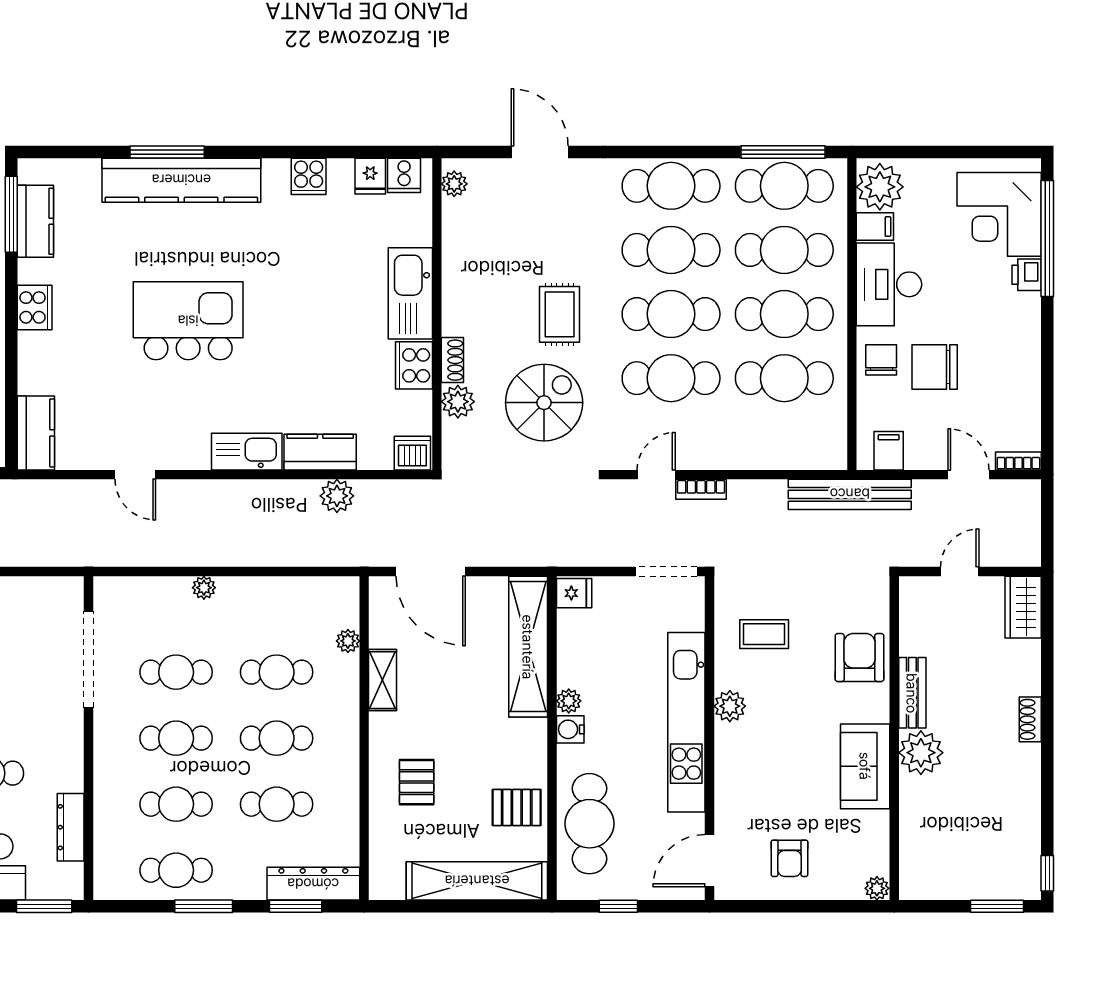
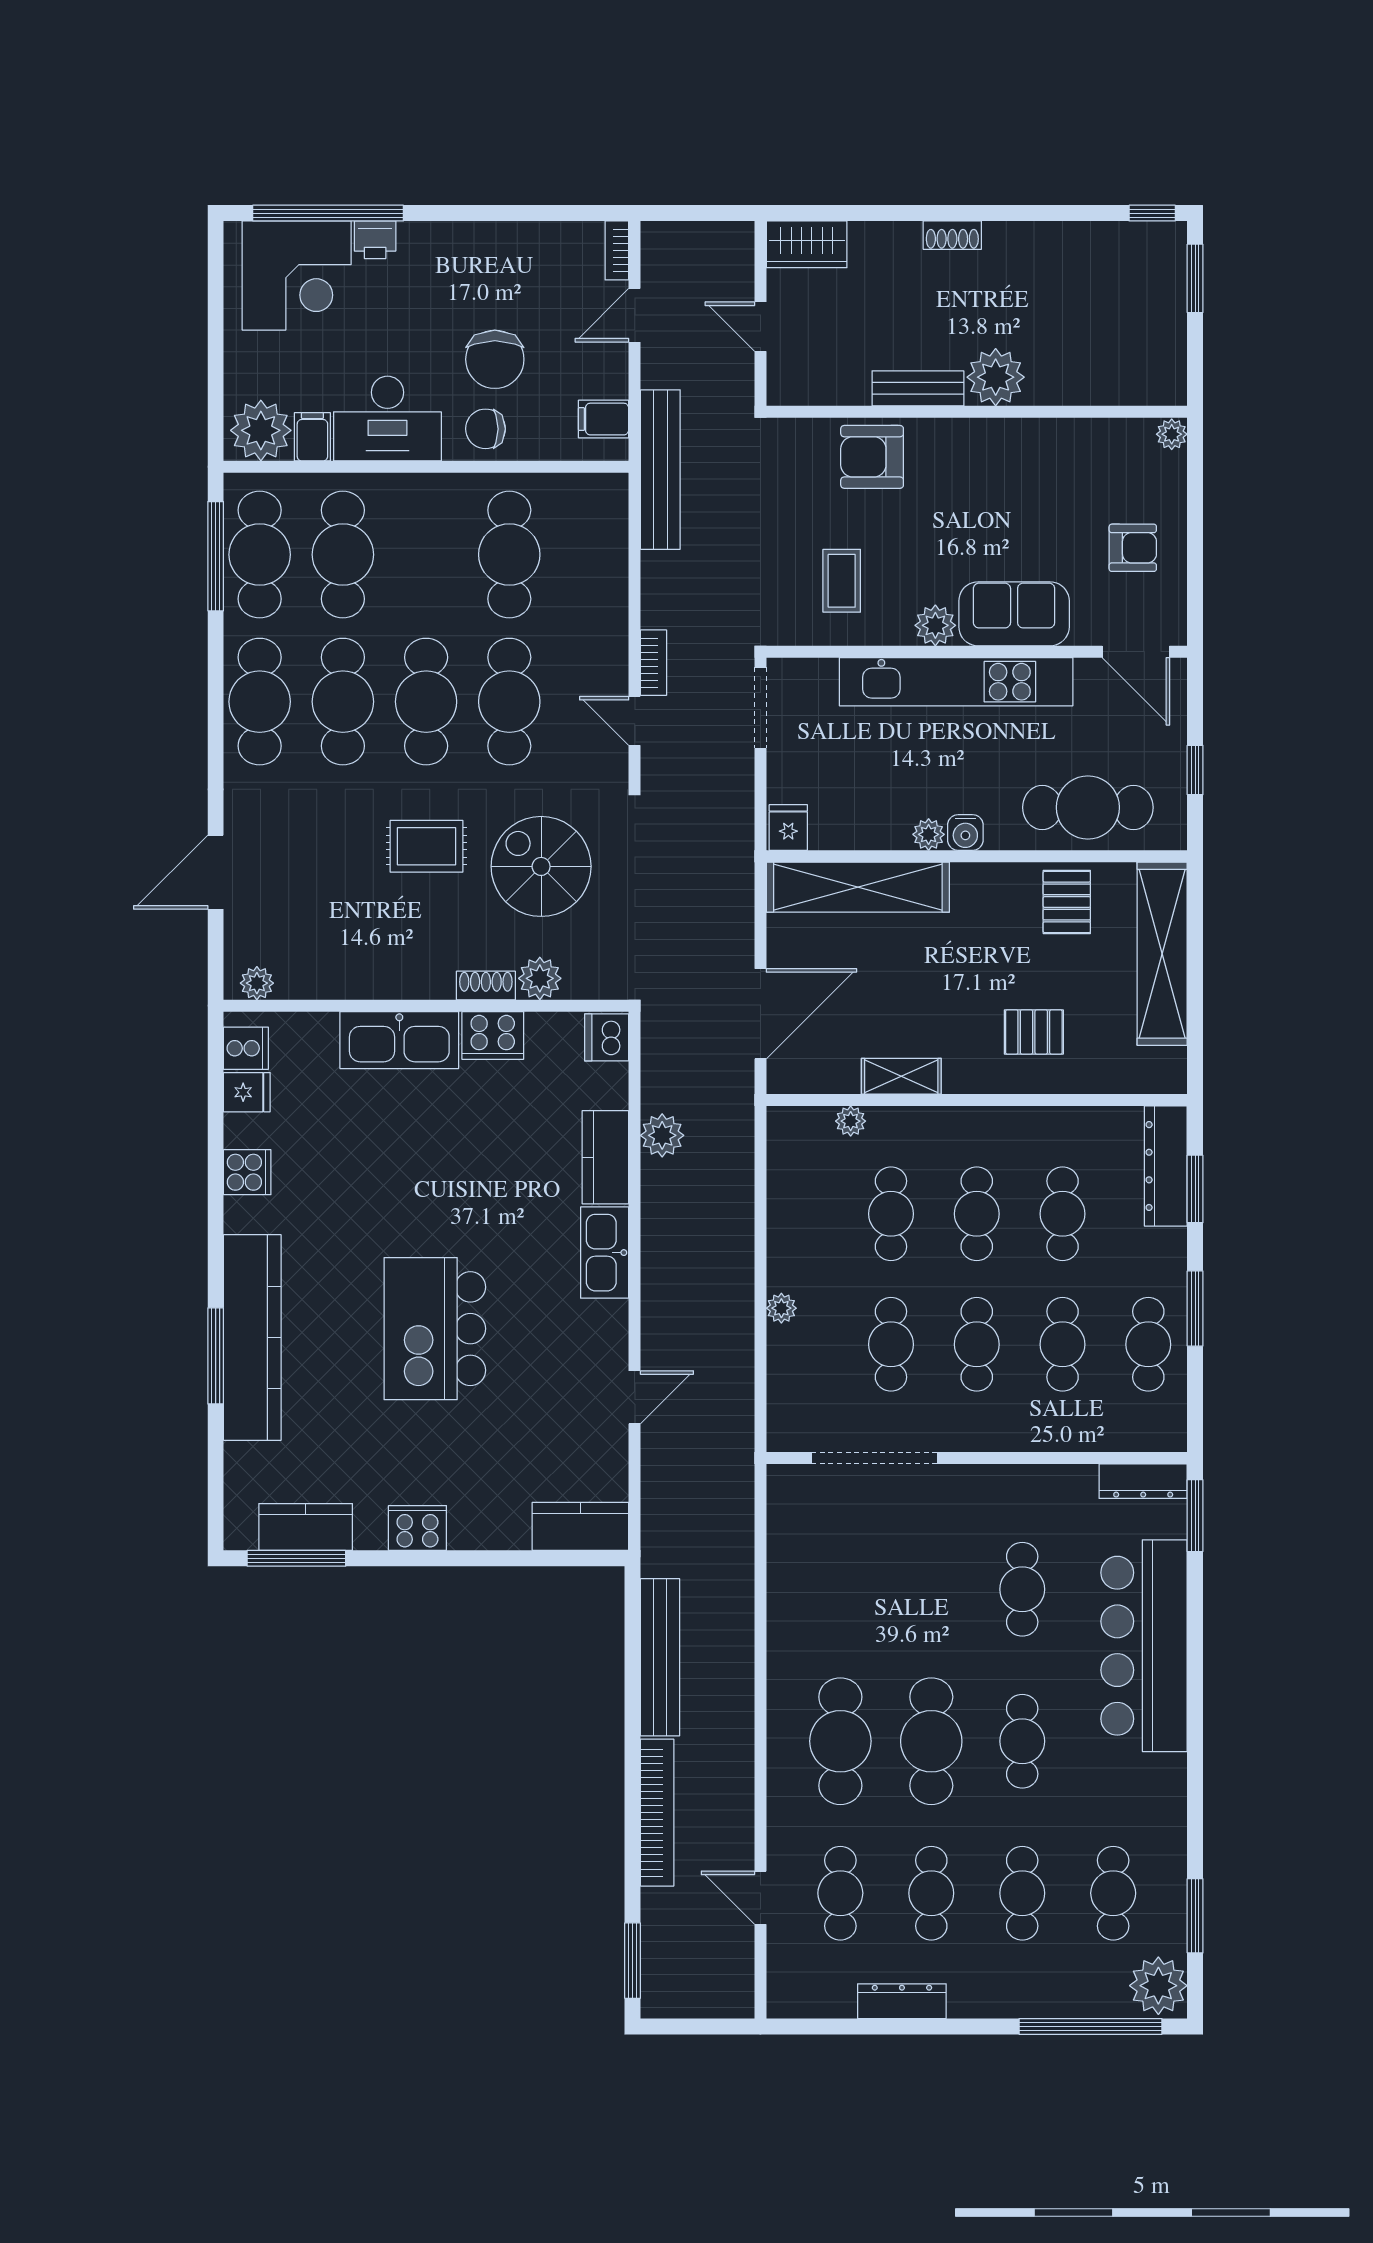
cafe table: (784, 314) -> (426, 555), removed
sofa: (865, 766) -> (1014, 614), moved, turned 180
dresser: (71, 827) -> (1143, 1481), moved

